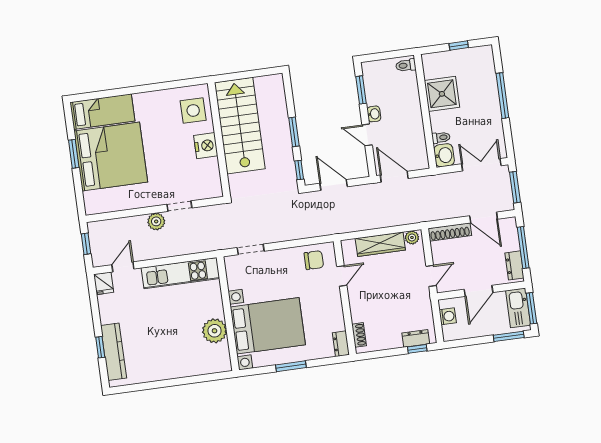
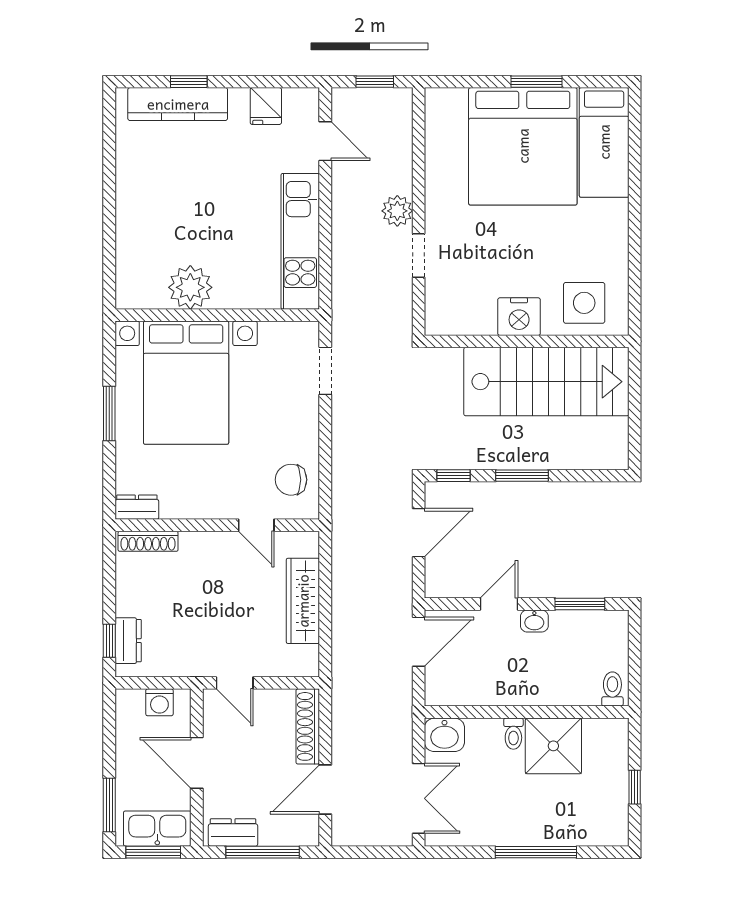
toilet: (441, 138) -> (513, 734), moved
window: (515, 187) -> (371, 852), removed
plant: (412, 238) -> (307, 658), removed
chair: (314, 260) -> (291, 480), turned 90
fridge: (104, 283) -> (266, 106), moved, turned -90
shoe rack: (359, 335) -> (148, 541), width x1.43

